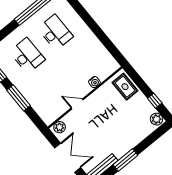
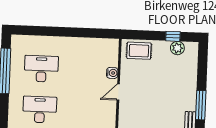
door: (77, 104) -> (118, 92), moved
plant: (157, 119) -> (177, 48), moved

